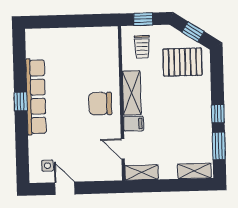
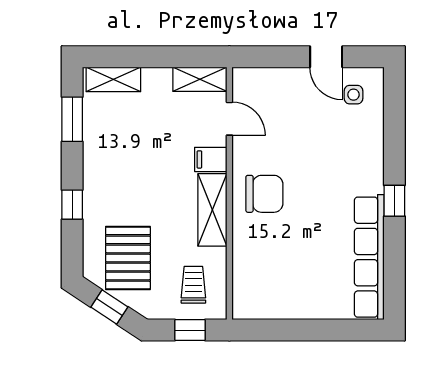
pallet: (182, 62) -> (128, 258), turned 90
row of seats: (36, 97) -> (369, 257), moved
window: (218, 114) -> (72, 205), moved

